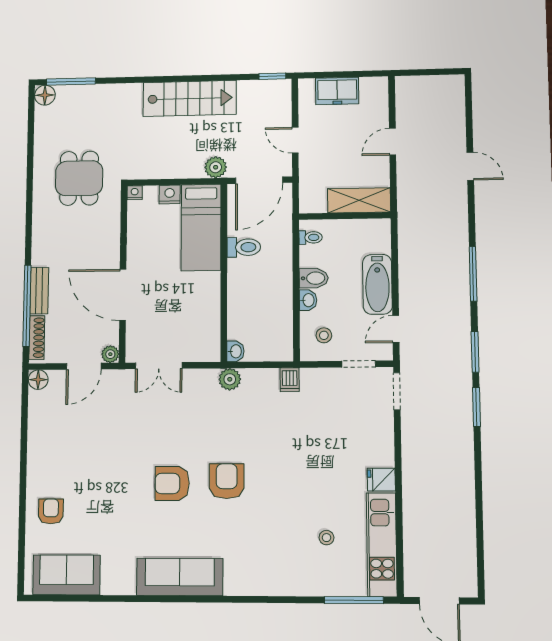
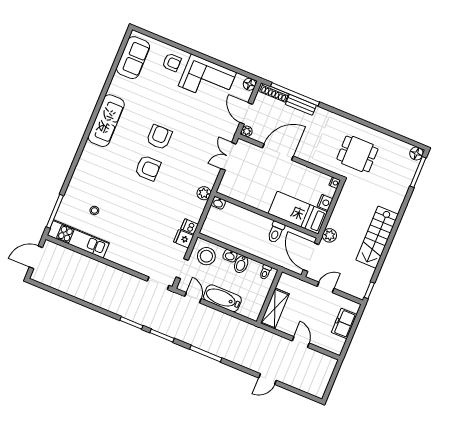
stool: (324, 335) -> (206, 256), width x1.89, depth x1.89
corner sofa: (55, 446) -> (207, 79), added
fridge: (381, 480) -> (184, 239), moved, turned -90

